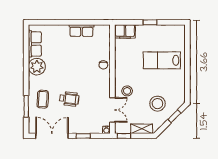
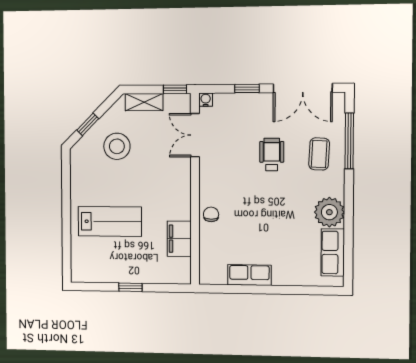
filing cabinet: (125, 31) -> (179, 239), moved, turned -90
stool: (127, 91) -> (170, 168), removed
wheelchair: (69, 99) -> (272, 155), turned 83
window: (26, 106) -> (349, 141), width x1.44

